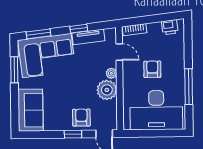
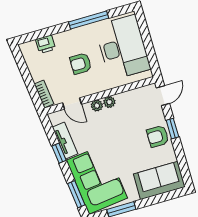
printer: (170, 27) -> (46, 44), moved, turned 97
door: (119, 52) -> (72, 104), swing flipped
plant: (107, 90) -> (109, 102), width x0.53, depth x0.53
armchair: (81, 118) -> (158, 136), moved

